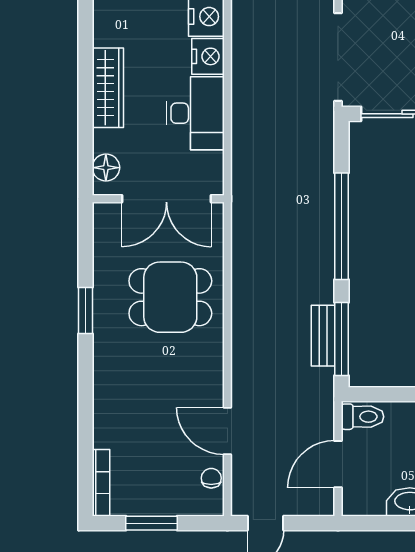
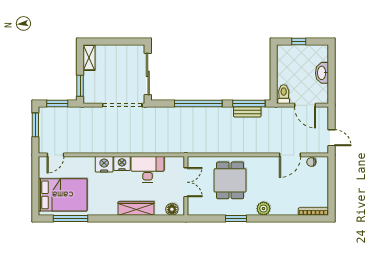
double door: (166, 199) -> (186, 182), width x0.73
plant: (108, 372) -> (263, 209), added
window: (151, 523) -> (331, 189), removed

